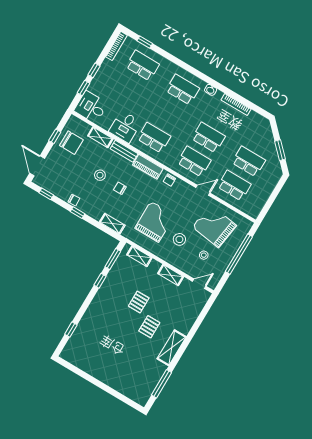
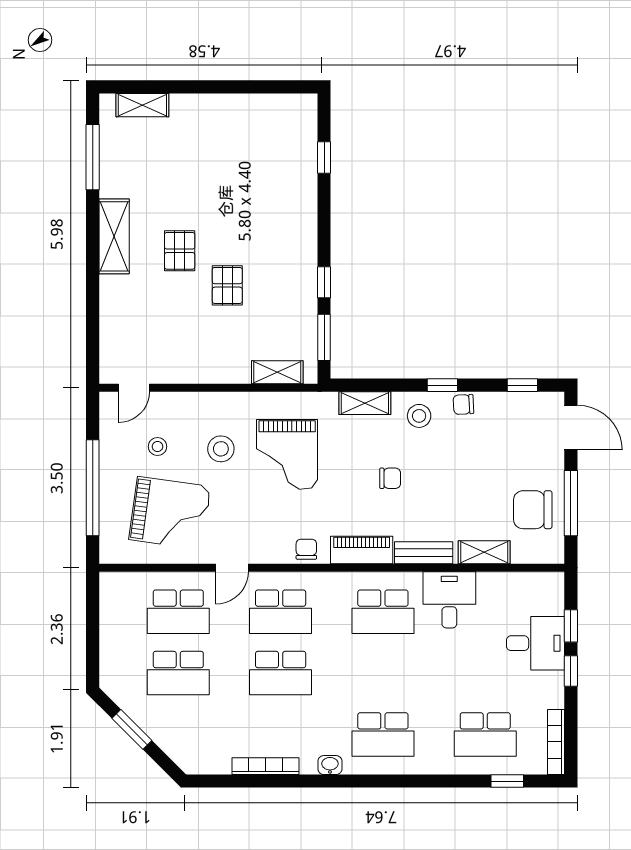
desk: (91, 107) -> (535, 643), moved
window: (55, 136) -> (571, 503), width x2.17
stool: (100, 175) -> (419, 416), moved
shelving: (171, 275) -> (142, 105), moved

